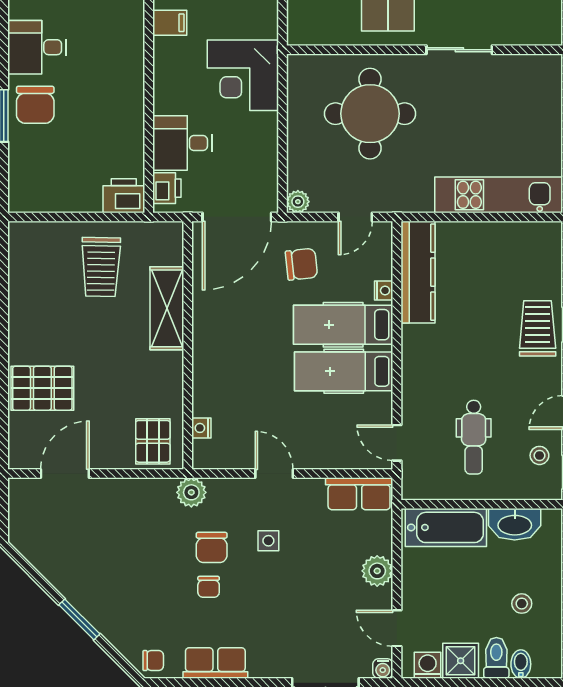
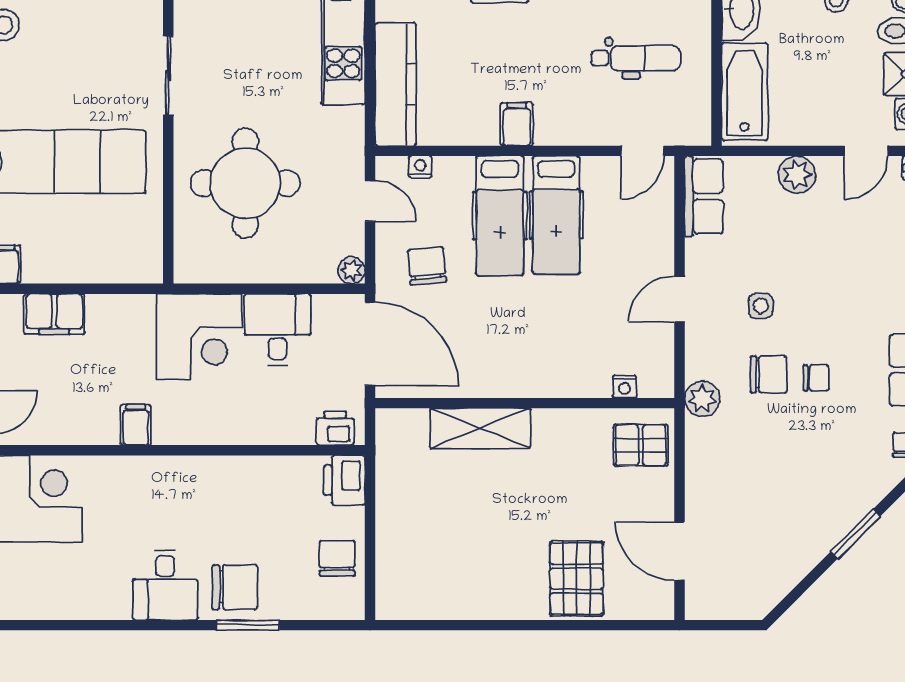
desk: (182, 143) -> (278, 330), moved, turned 180
chair: (59, 190) -> (337, 558), added
trolley: (101, 267) -> (430, 508), removed
kitchen counter: (418, 272) -> (396, 84), moved, turned 90
nightstand: (384, 290) -> (420, 167), moved
filing cabinet: (419, 339) -> (517, 124), added

